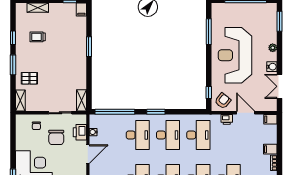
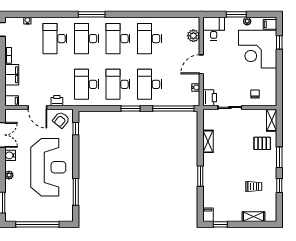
shelving: (81, 100) -> (208, 141), moved
printer: (80, 132) -> (210, 98), moved
chair: (56, 137) -> (234, 82), removed
filing cabinet: (270, 149) -> (12, 75), width x2.00

